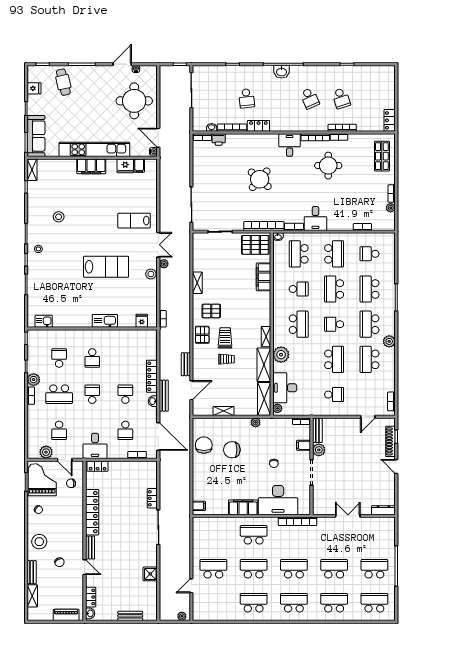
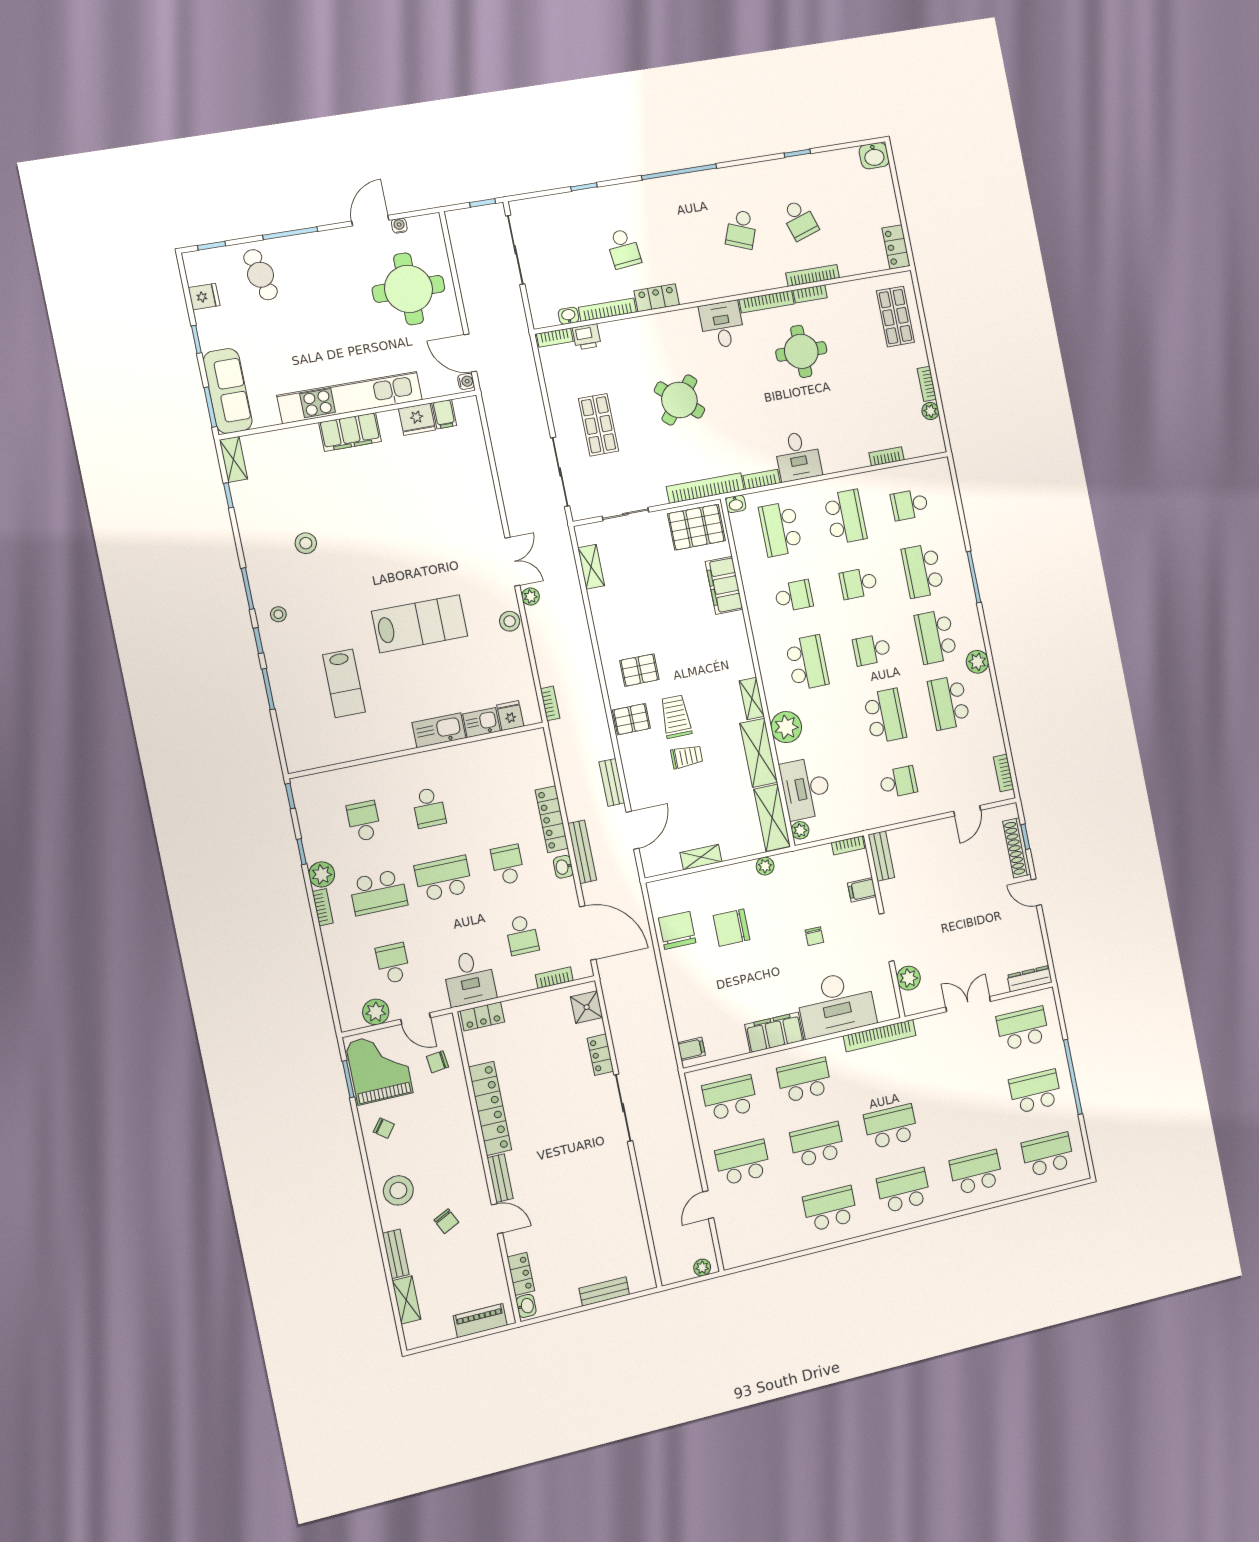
washbasin: (282, 72) -> (874, 156), moved
school desk: (310, 98) -> (741, 229), turned 45
shop shelf: (216, 185) -> (599, 425), added
lab bench: (134, 221) -> (344, 683), moved, turned -90
shelving: (197, 283) -> (591, 567), moved
school desk: (334, 289) -> (859, 583), width x0.54
kitchen sink: (44, 321) -> (482, 723), moved
pallet: (202, 335) -> (631, 719), turned 90
school desk: (92, 394) -> (443, 878), width x1.85
school desk: (59, 430) -> (393, 963), turned 180
plant: (319, 450) -> (909, 978), moved
school desk: (213, 535) -> (730, 1098), added
school desk: (334, 569) -> (1023, 1028), moved
shower: (150, 574) -> (587, 1007), moved

